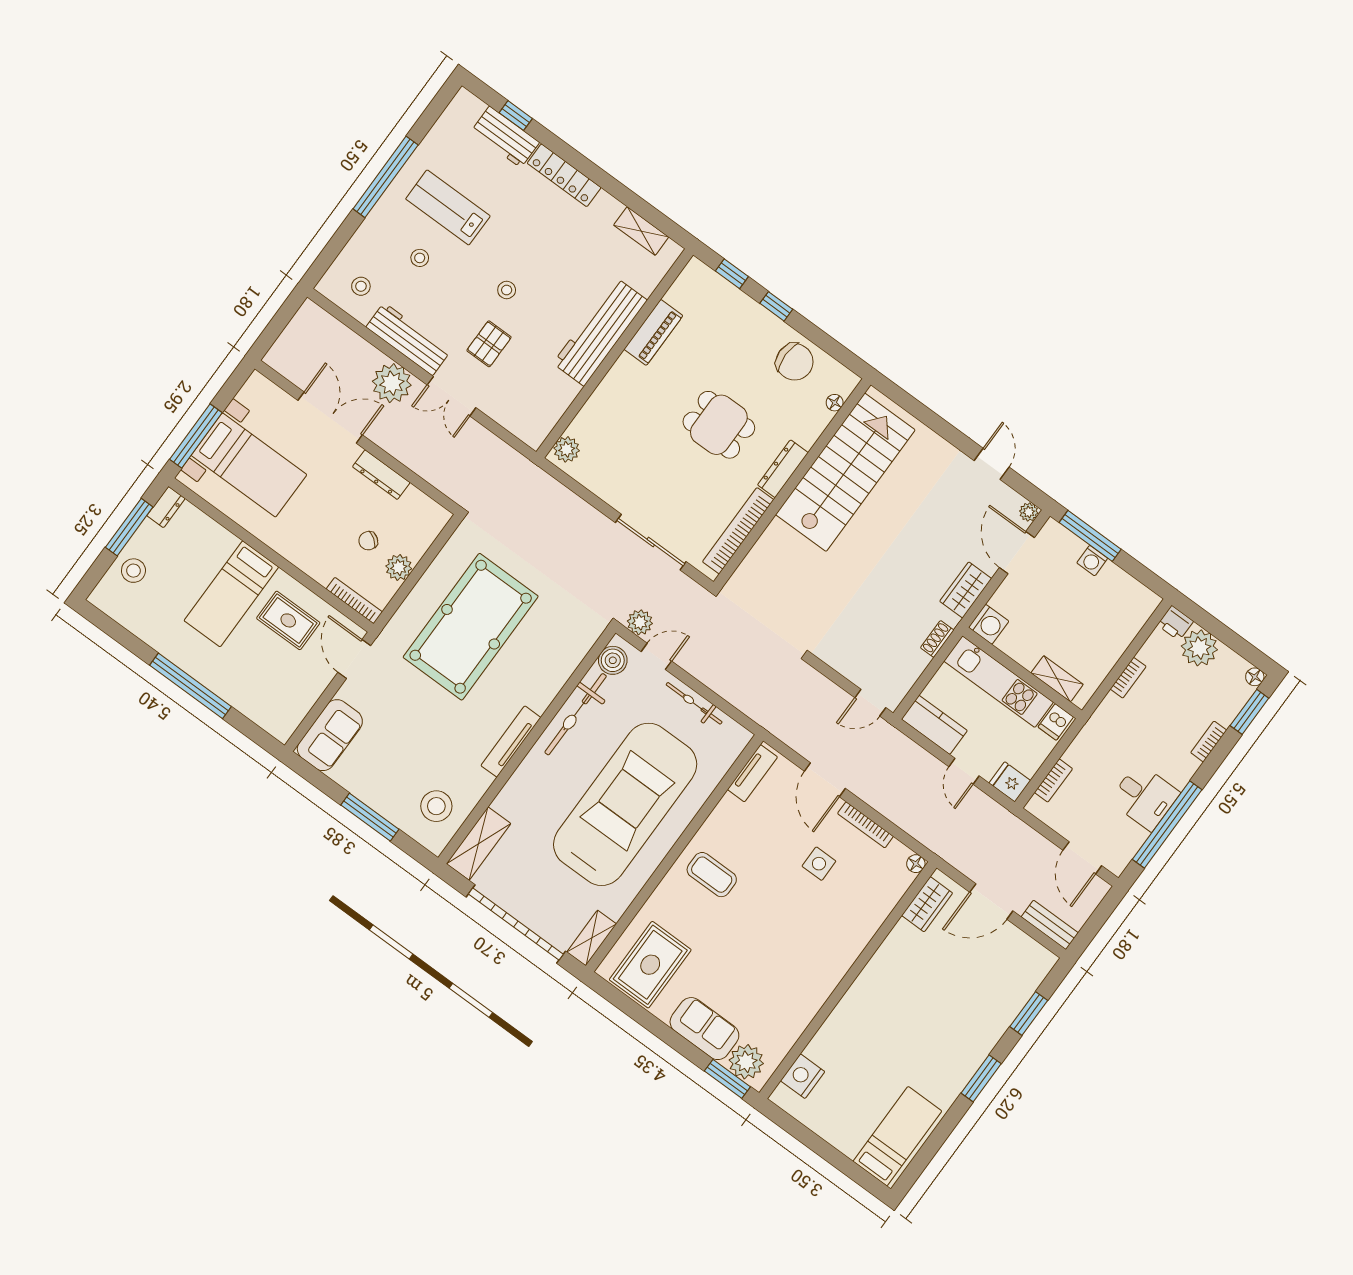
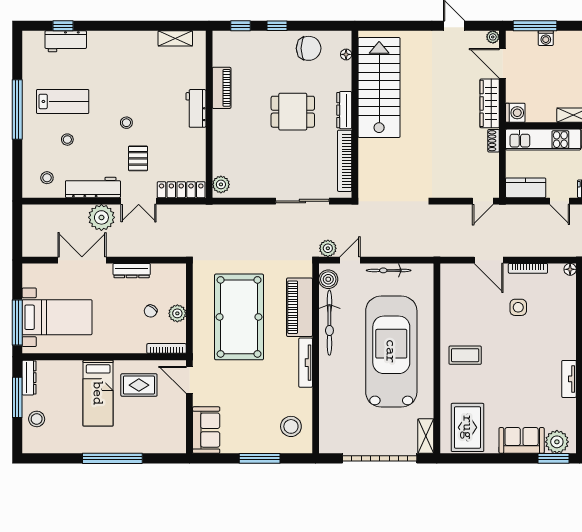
locker: (564, 175) -> (181, 190), moved, turned 180
lab bench: (448, 207) -> (63, 101), turned 180
workbench: (600, 332) -> (196, 108), width x0.53, depth x0.76
dresser: (166, 507) -> (29, 378), width x1.44
wardrobe: (966, 590) -> (490, 103), width x1.50
piano: (553, 669) -> (300, 307), added
tv unit: (752, 773) -> (569, 379), moved, turned 180
shelving: (479, 844) -> (328, 430), removed

